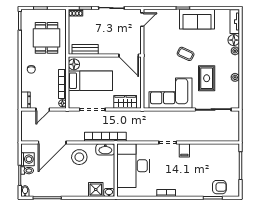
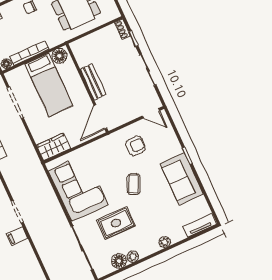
floor lamp: (234, 40) -> (119, 261), moved
armchair: (160, 41) -> (135, 146), added
bench: (85, 49) -> (93, 82), moved
wardrobe: (125, 102) -> (54, 147), moved, turned -90

